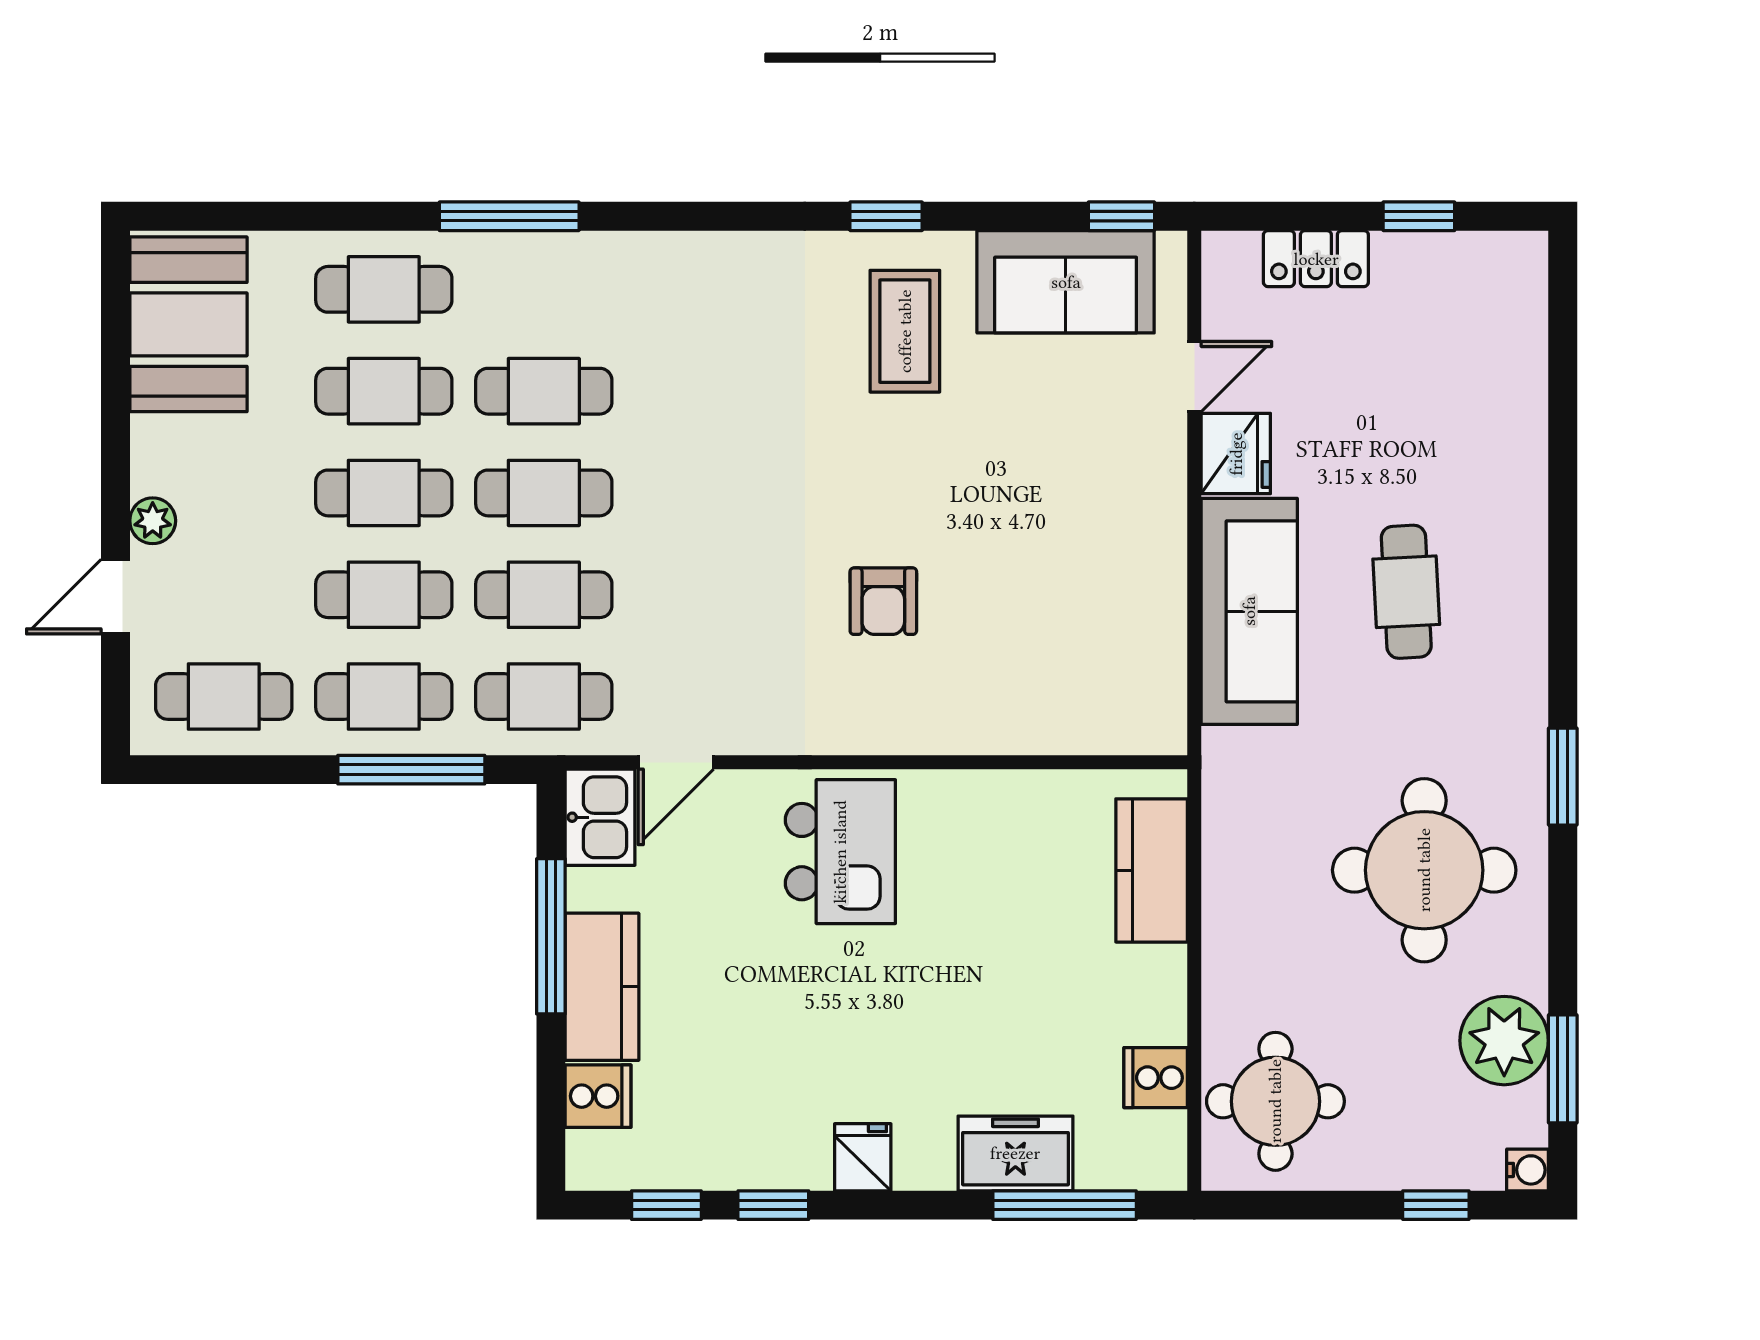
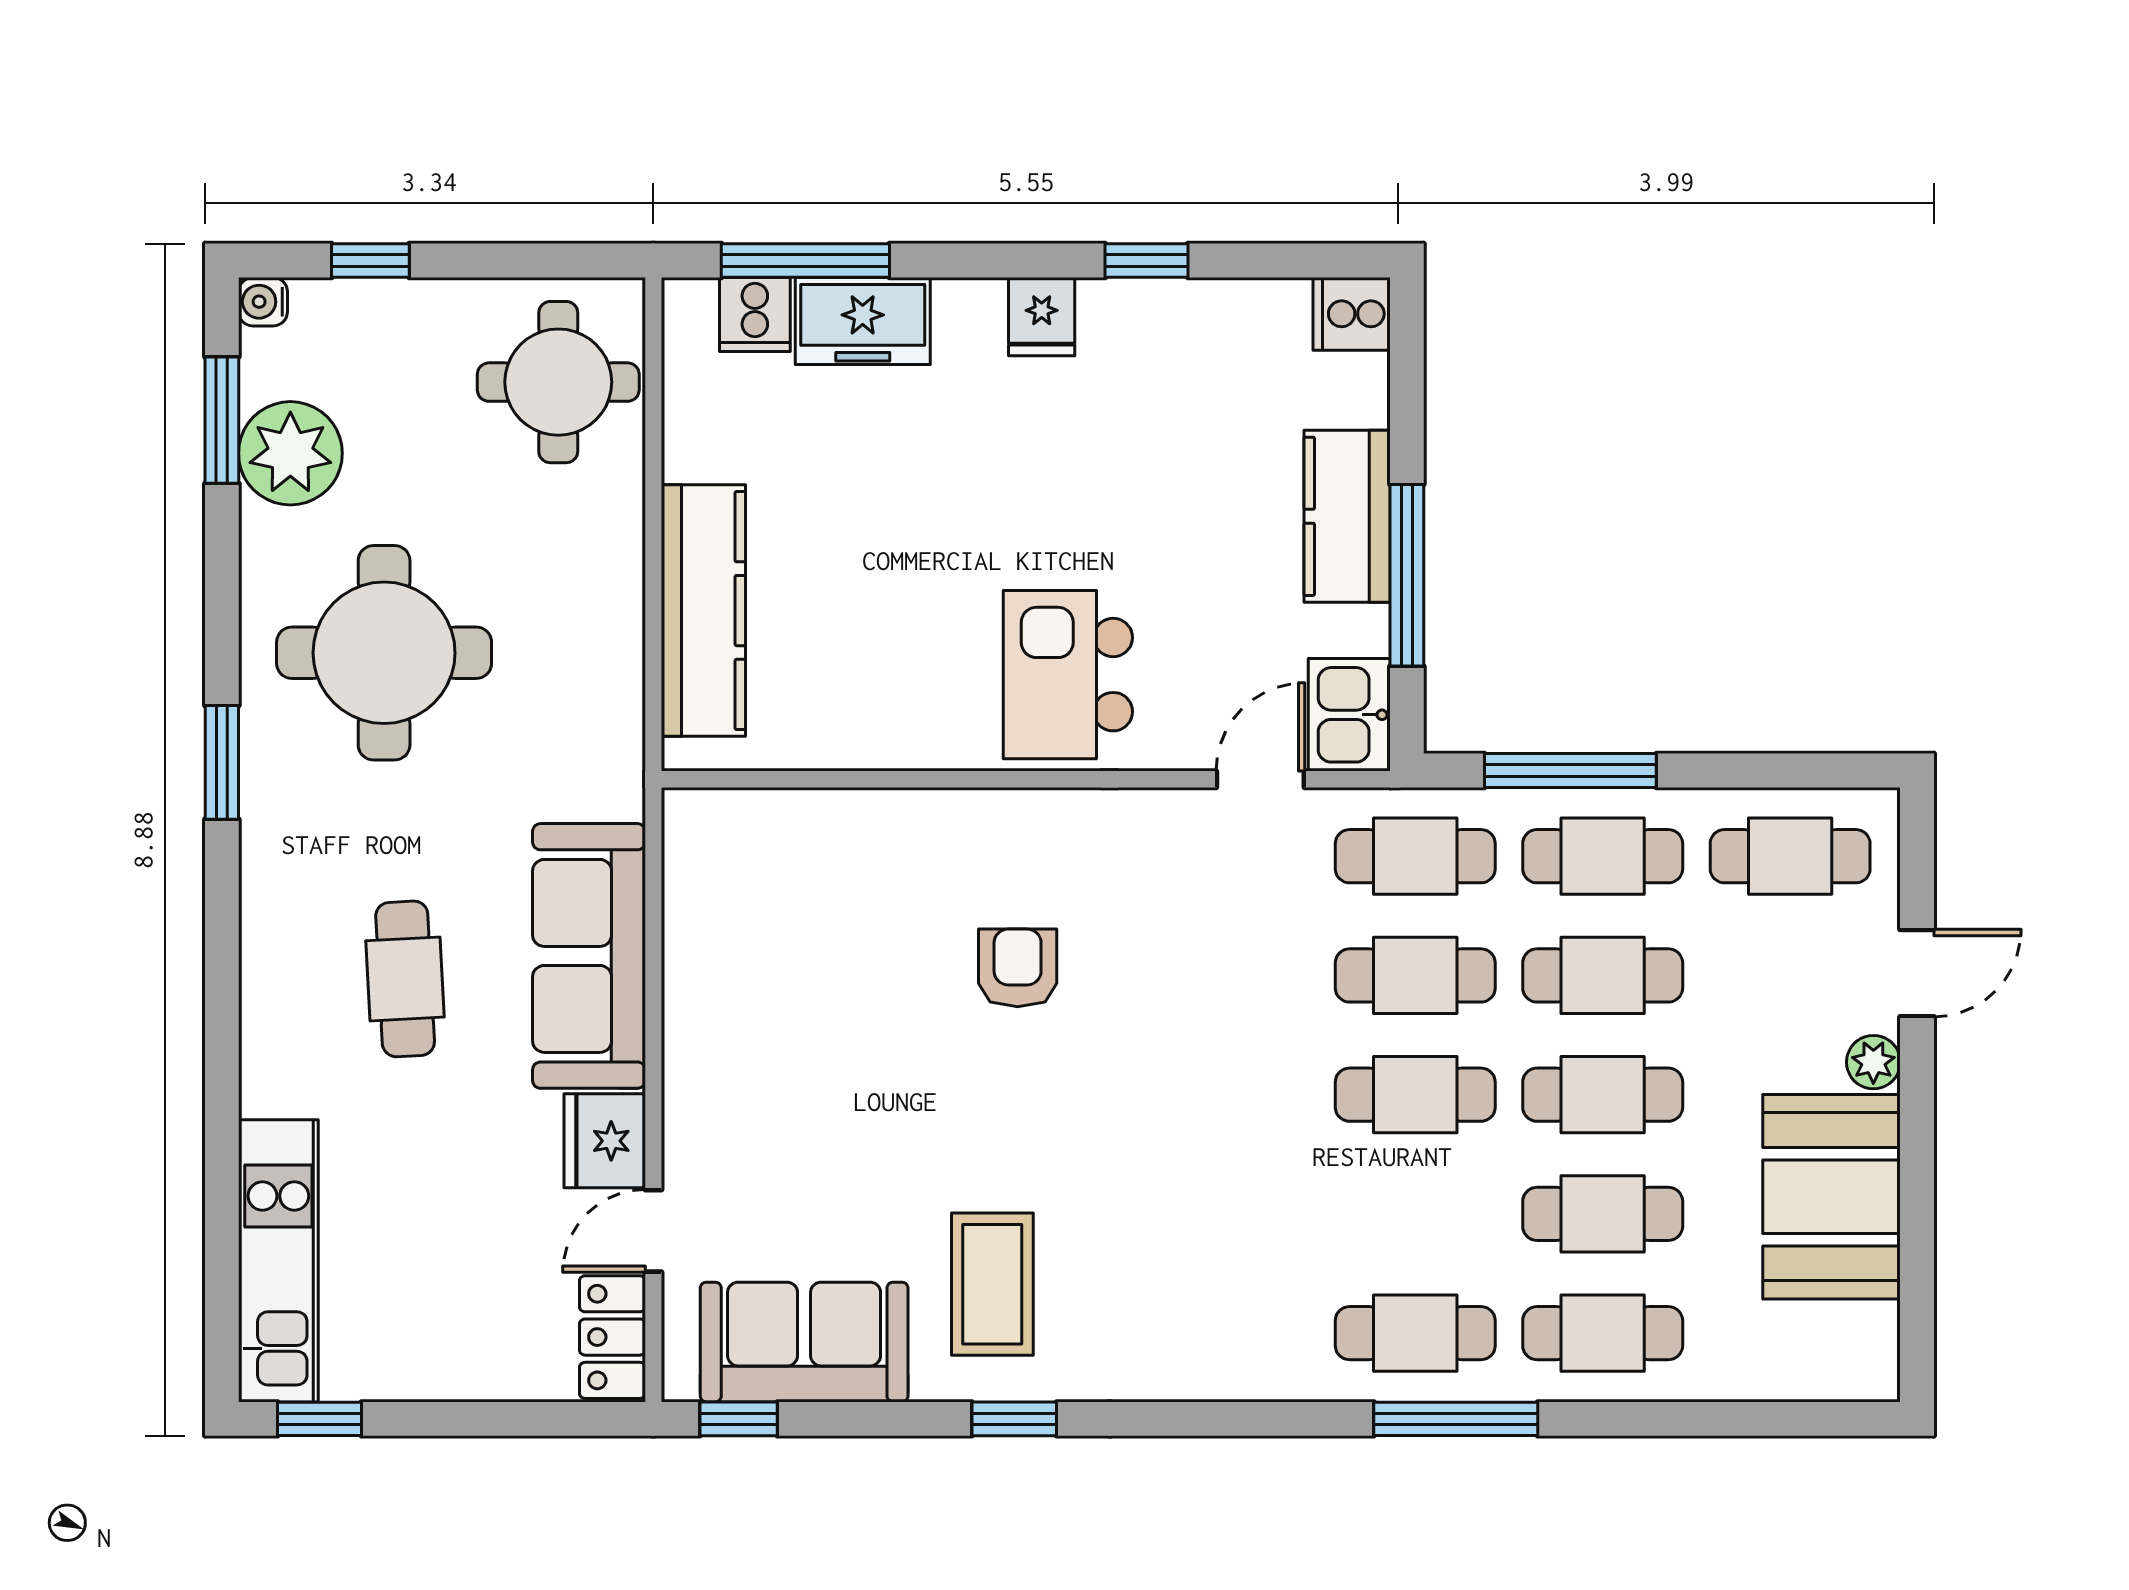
window: (1419, 216) -> (319, 1419), moved
locker: (1316, 259) -> (612, 1337), moved, turned -90
booth: (188, 324) -> (1832, 1197), moved
kitchen unit: (1514, 351) -> (278, 1261), added
cafe table: (544, 391) -> (1415, 1333), moved
kitchen counter: (1152, 870) -> (703, 611), width x1.50
cooker: (1156, 1078) -> (755, 314), moved, turned 90
cooker: (598, 1096) -> (1352, 314), moved
window: (666, 1205) -> (1272, 260), removed

